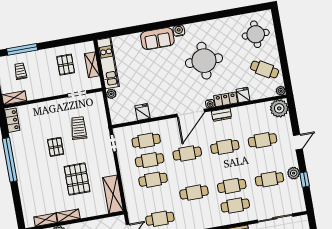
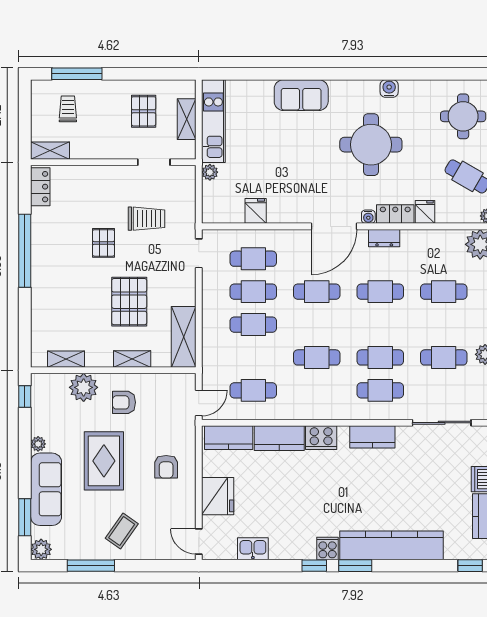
water cooler: (179, 31) -> (389, 89), moved
trolley: (79, 128) -> (147, 219), turned 86
shelving: (68, 216) -> (132, 359), moved

